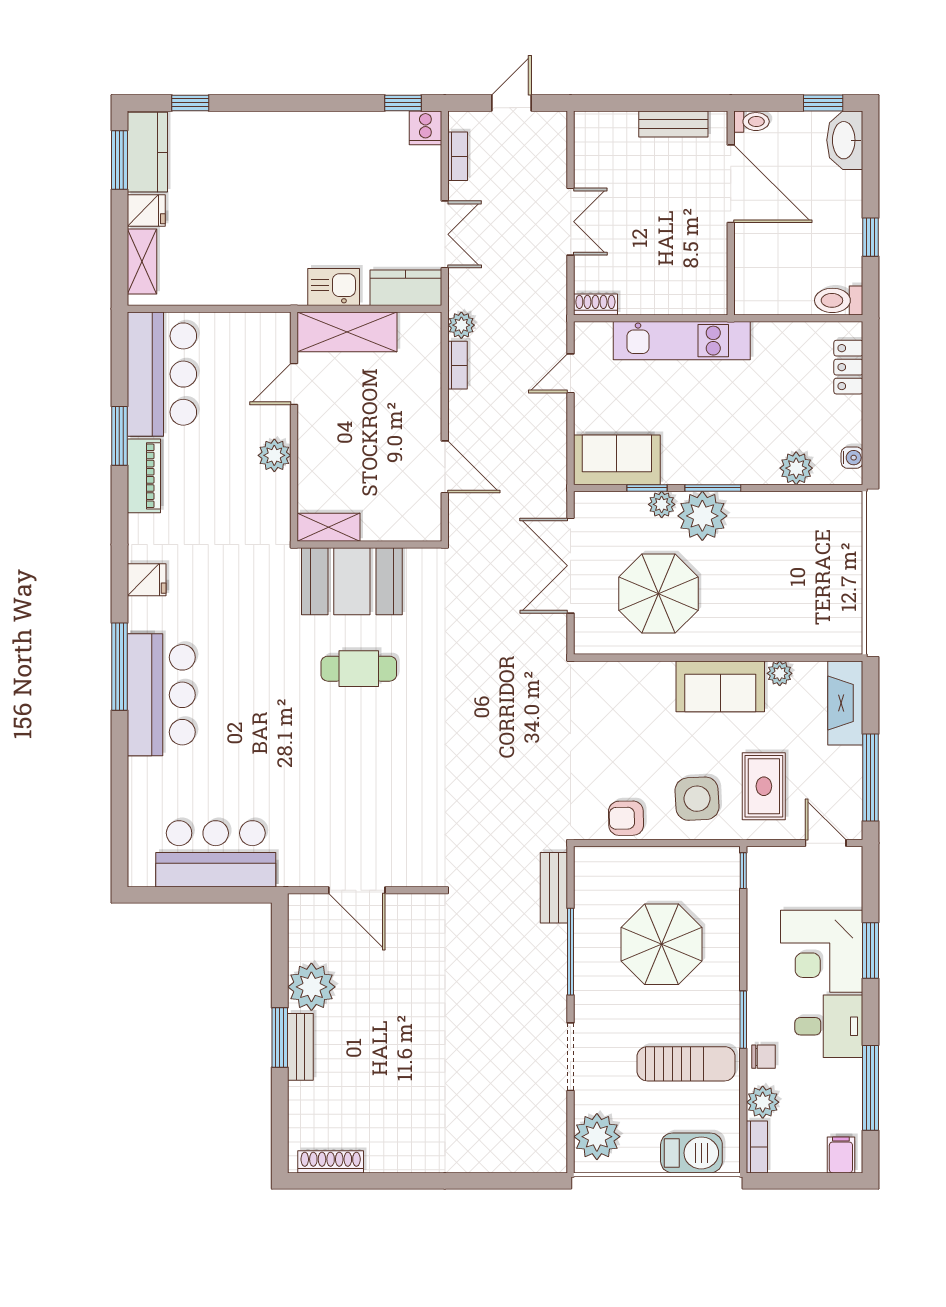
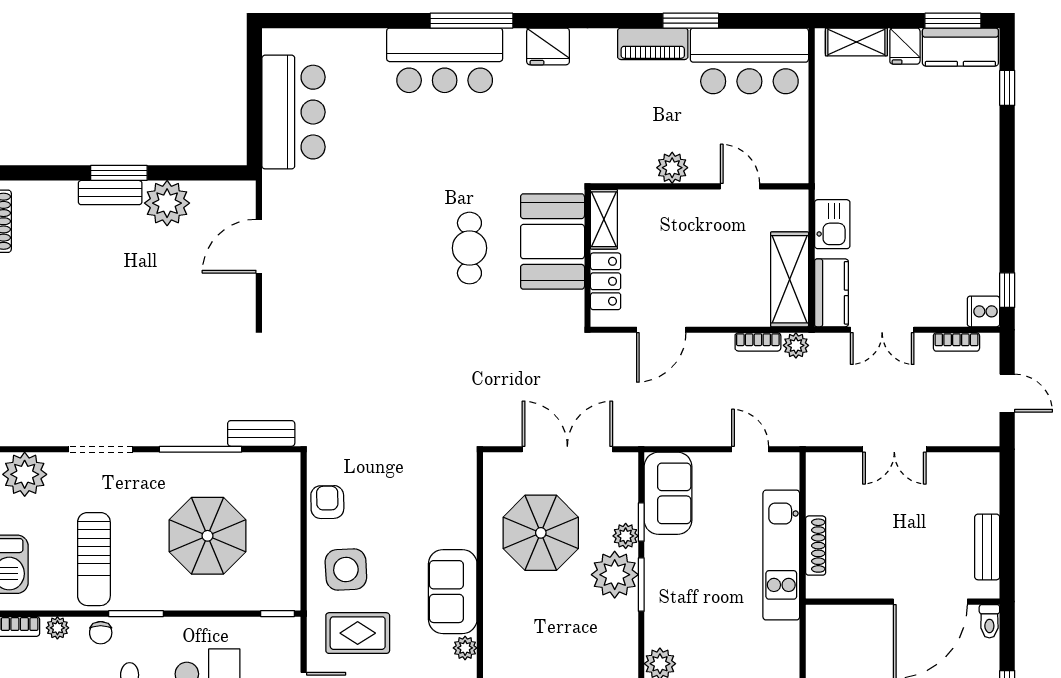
shoe rack: (595, 304) -> (816, 546), moved, width x1.43
shelving: (347, 332) -> (790, 279), moved
locker: (394, 525) -> (606, 281), added
fridge: (147, 580) -> (548, 46), width x1.38
plant: (763, 1102) -> (57, 628), width x0.73, depth x0.73

